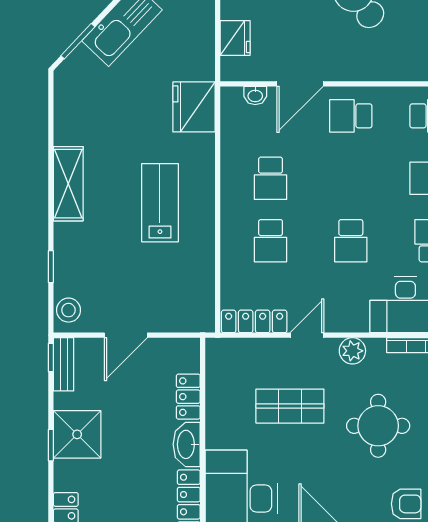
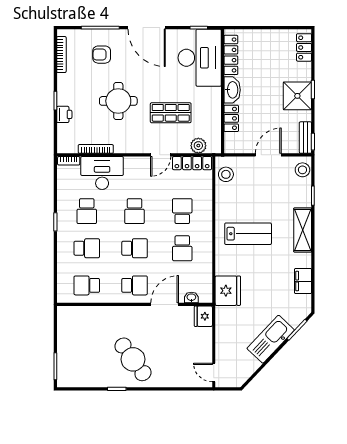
fridge: (235, 38) -> (203, 316), moved
filing cabinet: (68, 123) -> (303, 281), added
school desk: (271, 178) -> (182, 248), turned 180
school desk: (351, 178) -> (135, 248), added
shelving: (68, 184) -> (303, 230), moved
lab bench: (160, 203) -> (248, 234), turned -90
school desk: (351, 241) -> (135, 211), turned 180
stool: (197, 302) -> (226, 174), added
plant: (352, 351) -> (198, 146), moved

